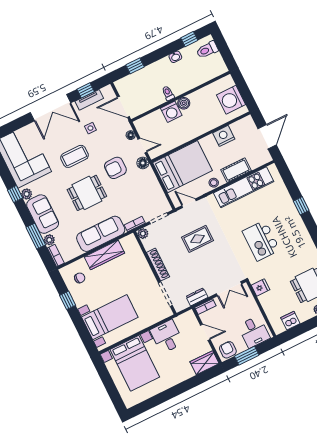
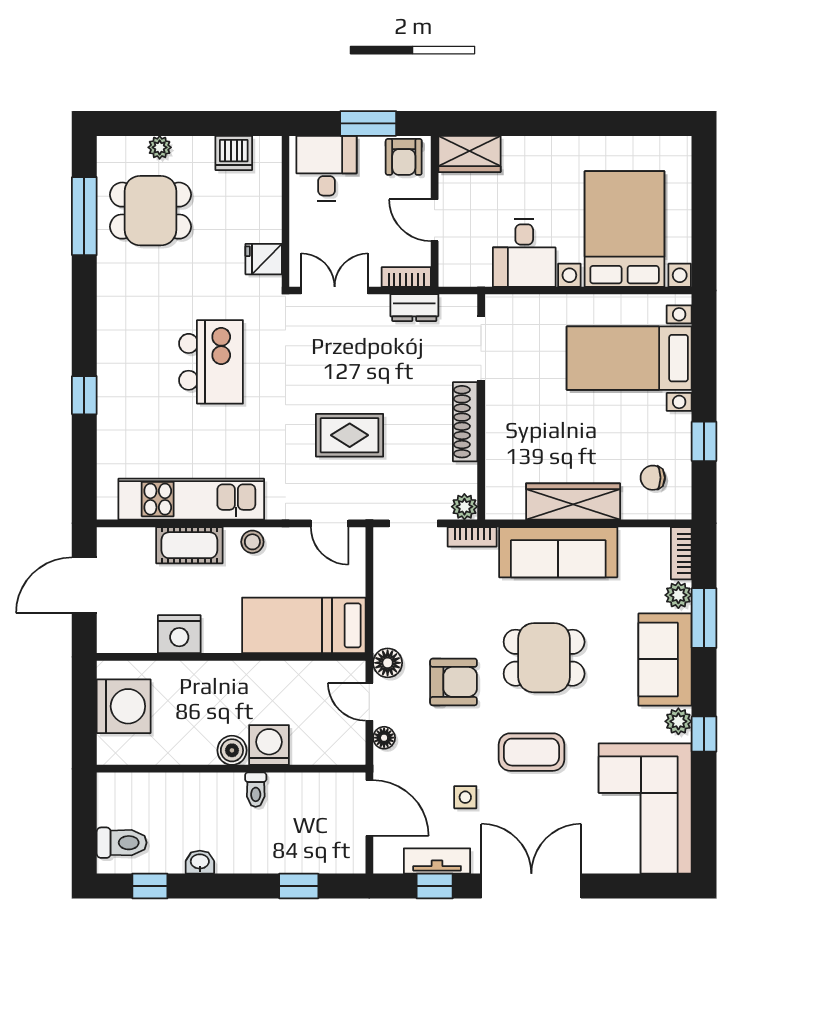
bed: (183, 167) -> (304, 625), width x0.67

